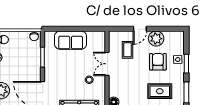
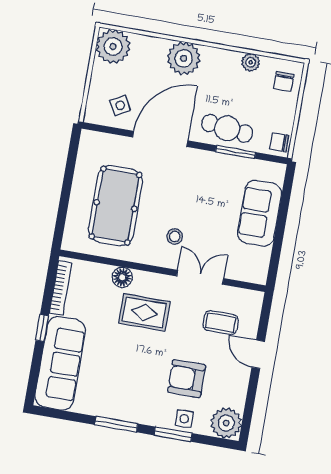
plant: (156, 39) -> (226, 423), moved
armchair: (158, 62) -> (187, 378), turned 180
cafe table: (32, 63) -> (227, 128), added
rug: (160, 91) -> (144, 312), moved, turned 90

